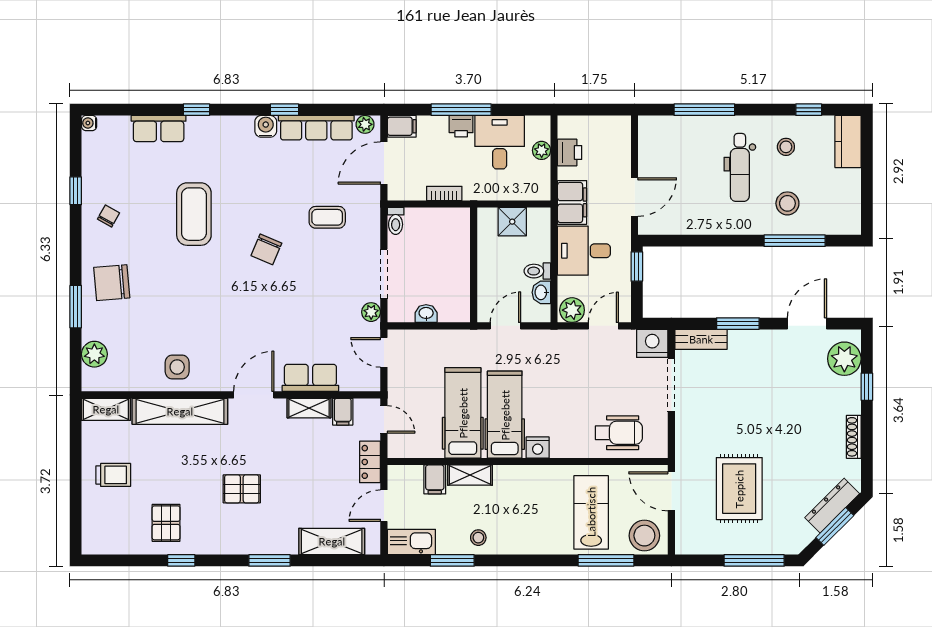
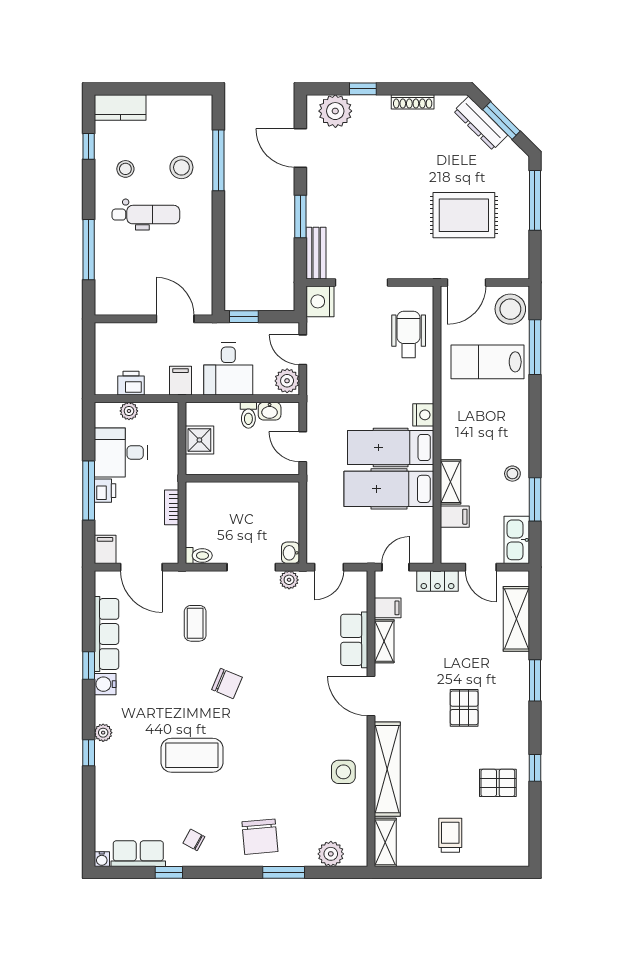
plant: (365, 124) -> (103, 733), moved
row of seats: (159, 129) -> (138, 854), moved, turned -90
filing cabinet: (572, 202) -> (180, 381), width x0.50
washbasin: (426, 313) -> (290, 553), moved

